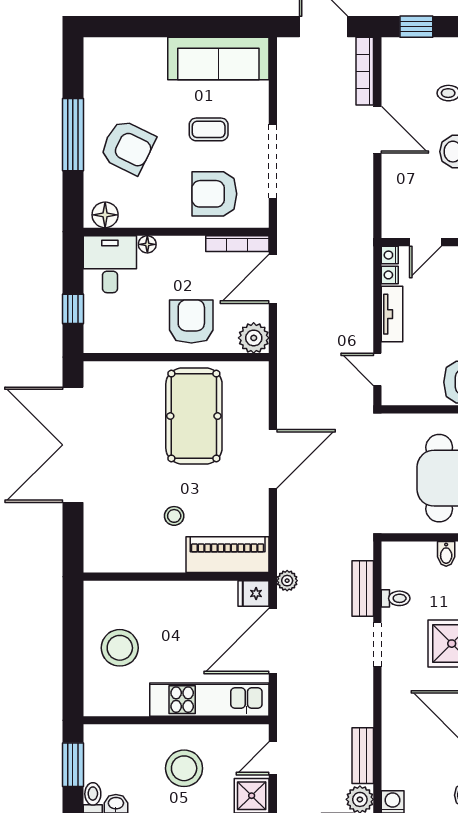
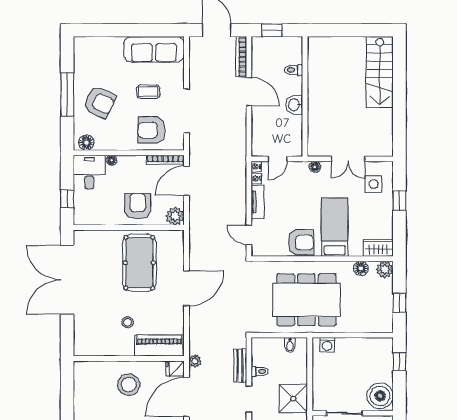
stool: (120, 648) -> (129, 385), moved

